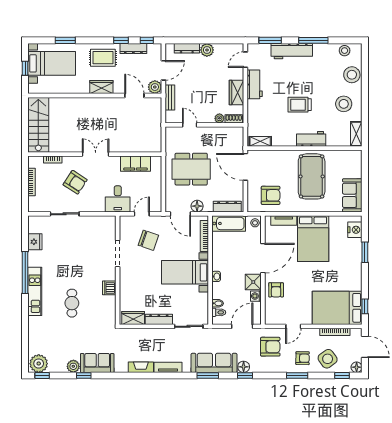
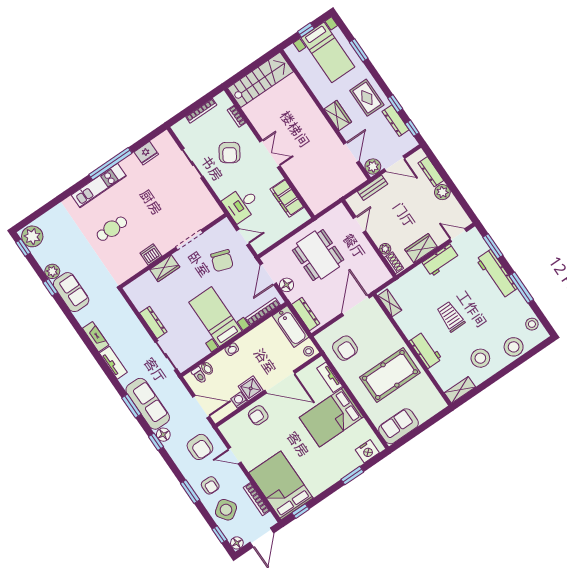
wardrobe: (133, 318) -> (165, 268), moved, turned 90

